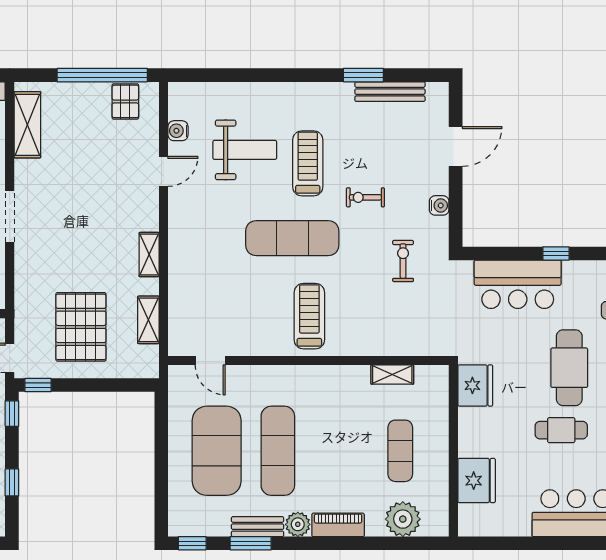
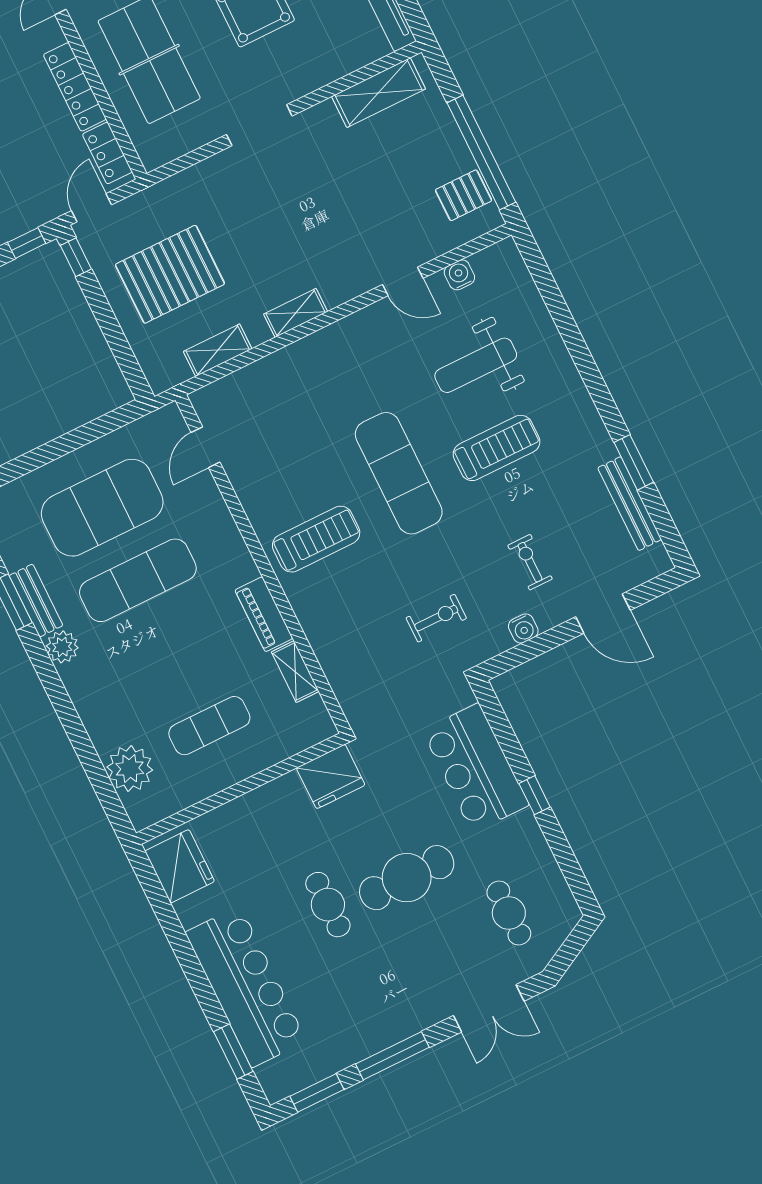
weight bench: (245, 150) -> (476, 365), turned 90
exercise bike: (365, 197) -> (530, 562), moved
fridge: (477, 481) -> (180, 866), moved, turned -90
piano: (338, 525) -> (264, 614), moved, turned 180

